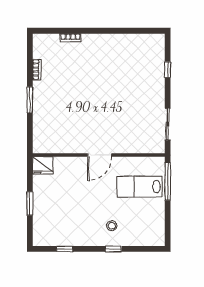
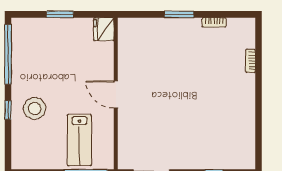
lab bench: (139, 187) -> (79, 140), turned 180
stool: (112, 226) -> (35, 108), width x1.89, depth x1.89
window: (65, 249) -> (8, 54), width x3.17

